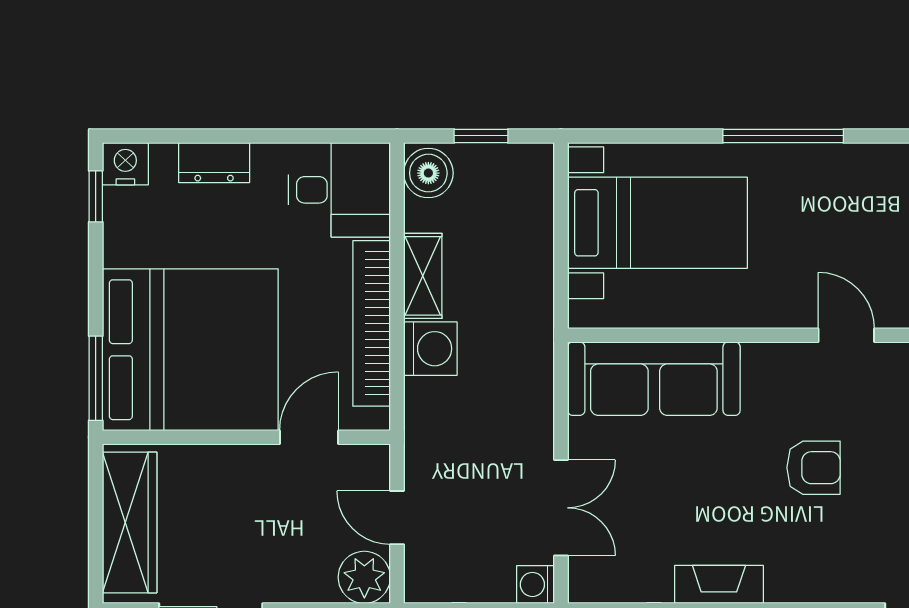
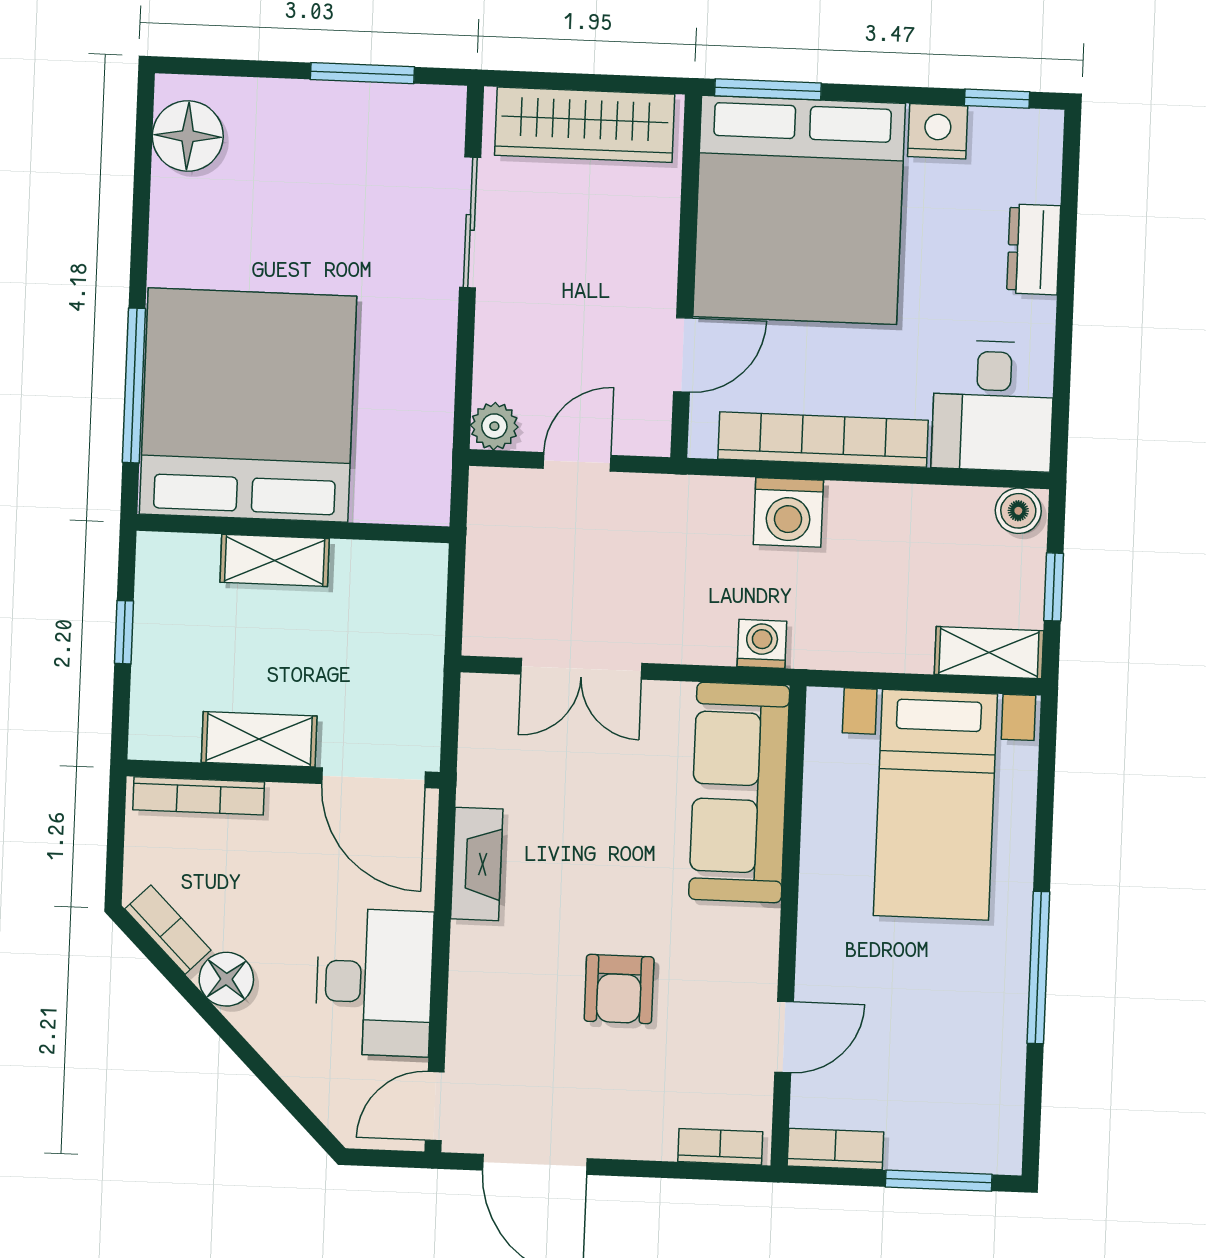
nightstand: (125, 164) -> (938, 131), moved, turned -90
boiler: (428, 173) -> (1018, 511), width x0.73, depth x0.73
shelving: (423, 276) -> (989, 653), moved
door: (309, 437) -> (683, 355), hinge flipped
plant: (364, 577) -> (494, 426), width x0.73, depth x0.73
washing machine: (535, 584) -> (762, 644), moved

